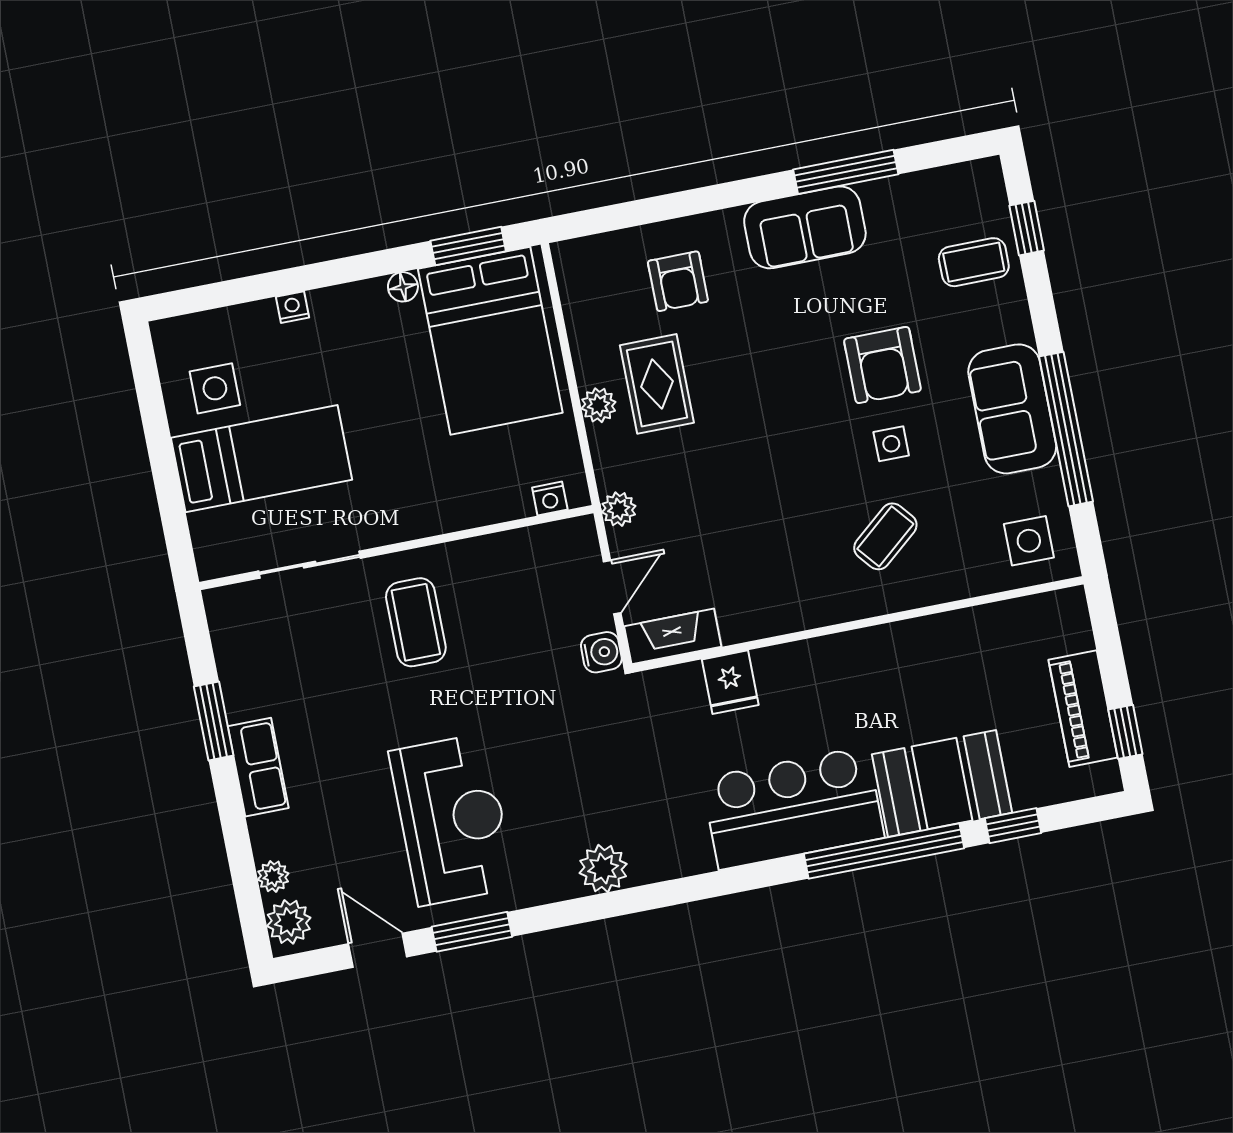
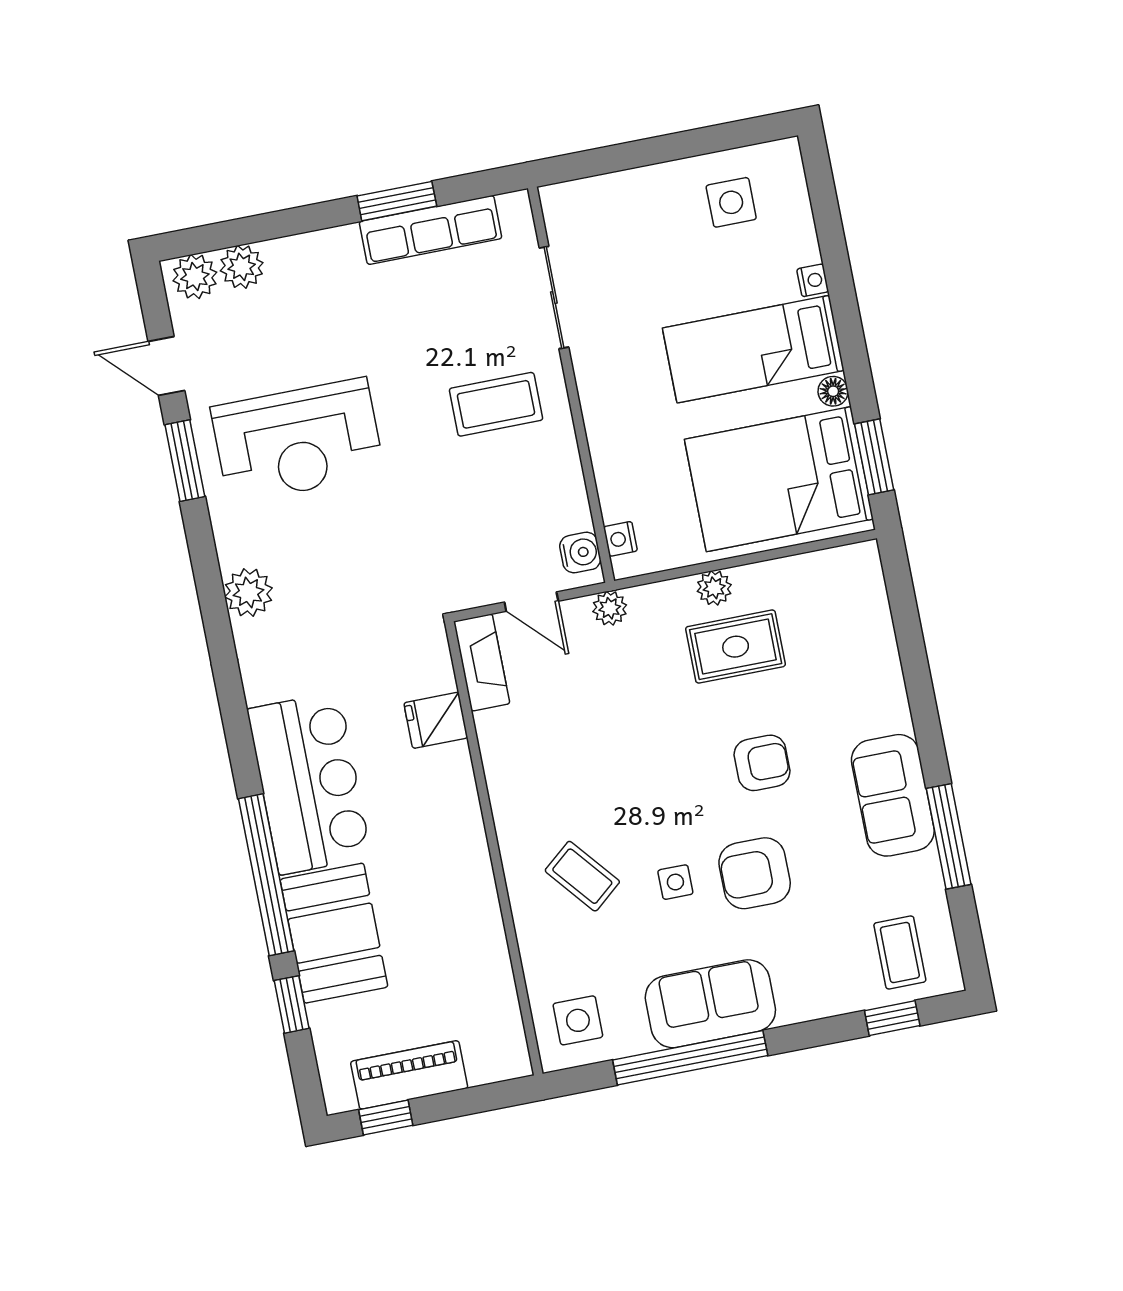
coffee table: (974, 262) -> (900, 952), moved
armchair: (678, 281) -> (762, 763), moved, turned 180
bed: (261, 459) -> (753, 349), moved, turned 90
water cooler: (601, 652) -> (580, 553), moved, turned -90
row of seats: (258, 767) -> (431, 230), moved, width x1.48
plant: (273, 876) -> (242, 267), width x1.38, depth x1.38
door: (378, 950) -> (166, 366), swing flipped

